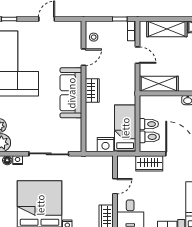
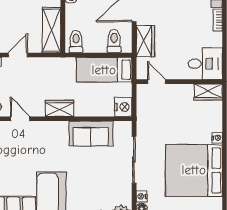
sofa: (71, 93) -> (91, 134), moved, width x0.73
toilet: (149, 124) -> (76, 42), moved
nightstand: (105, 145) -> (123, 107), moved
door: (115, 186) -> (157, 82), moved

